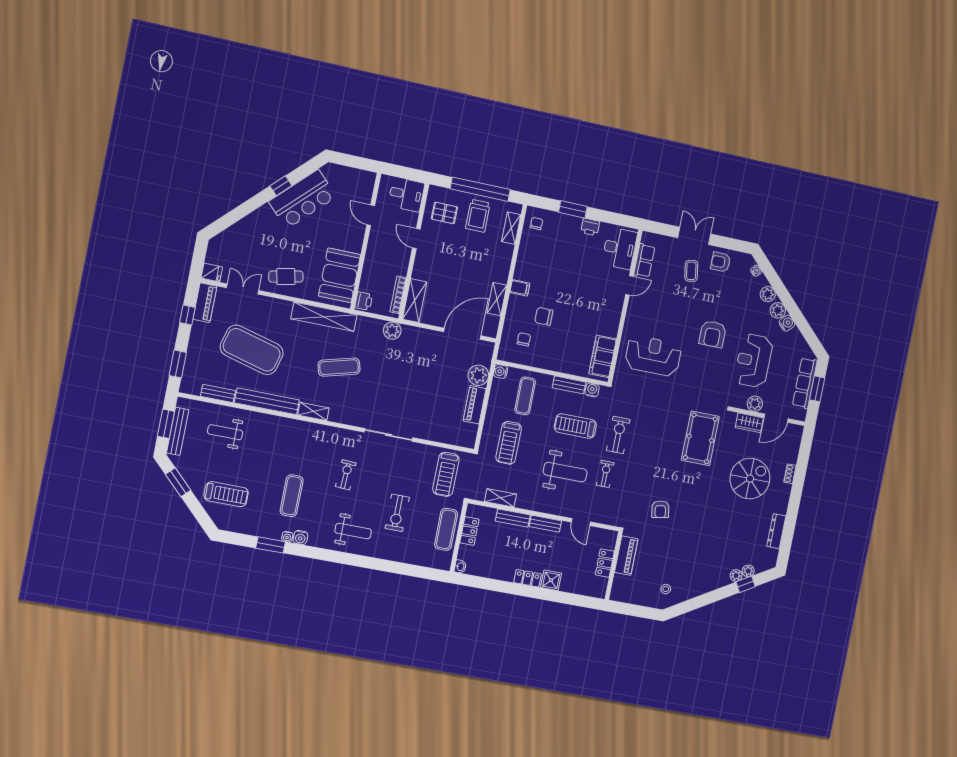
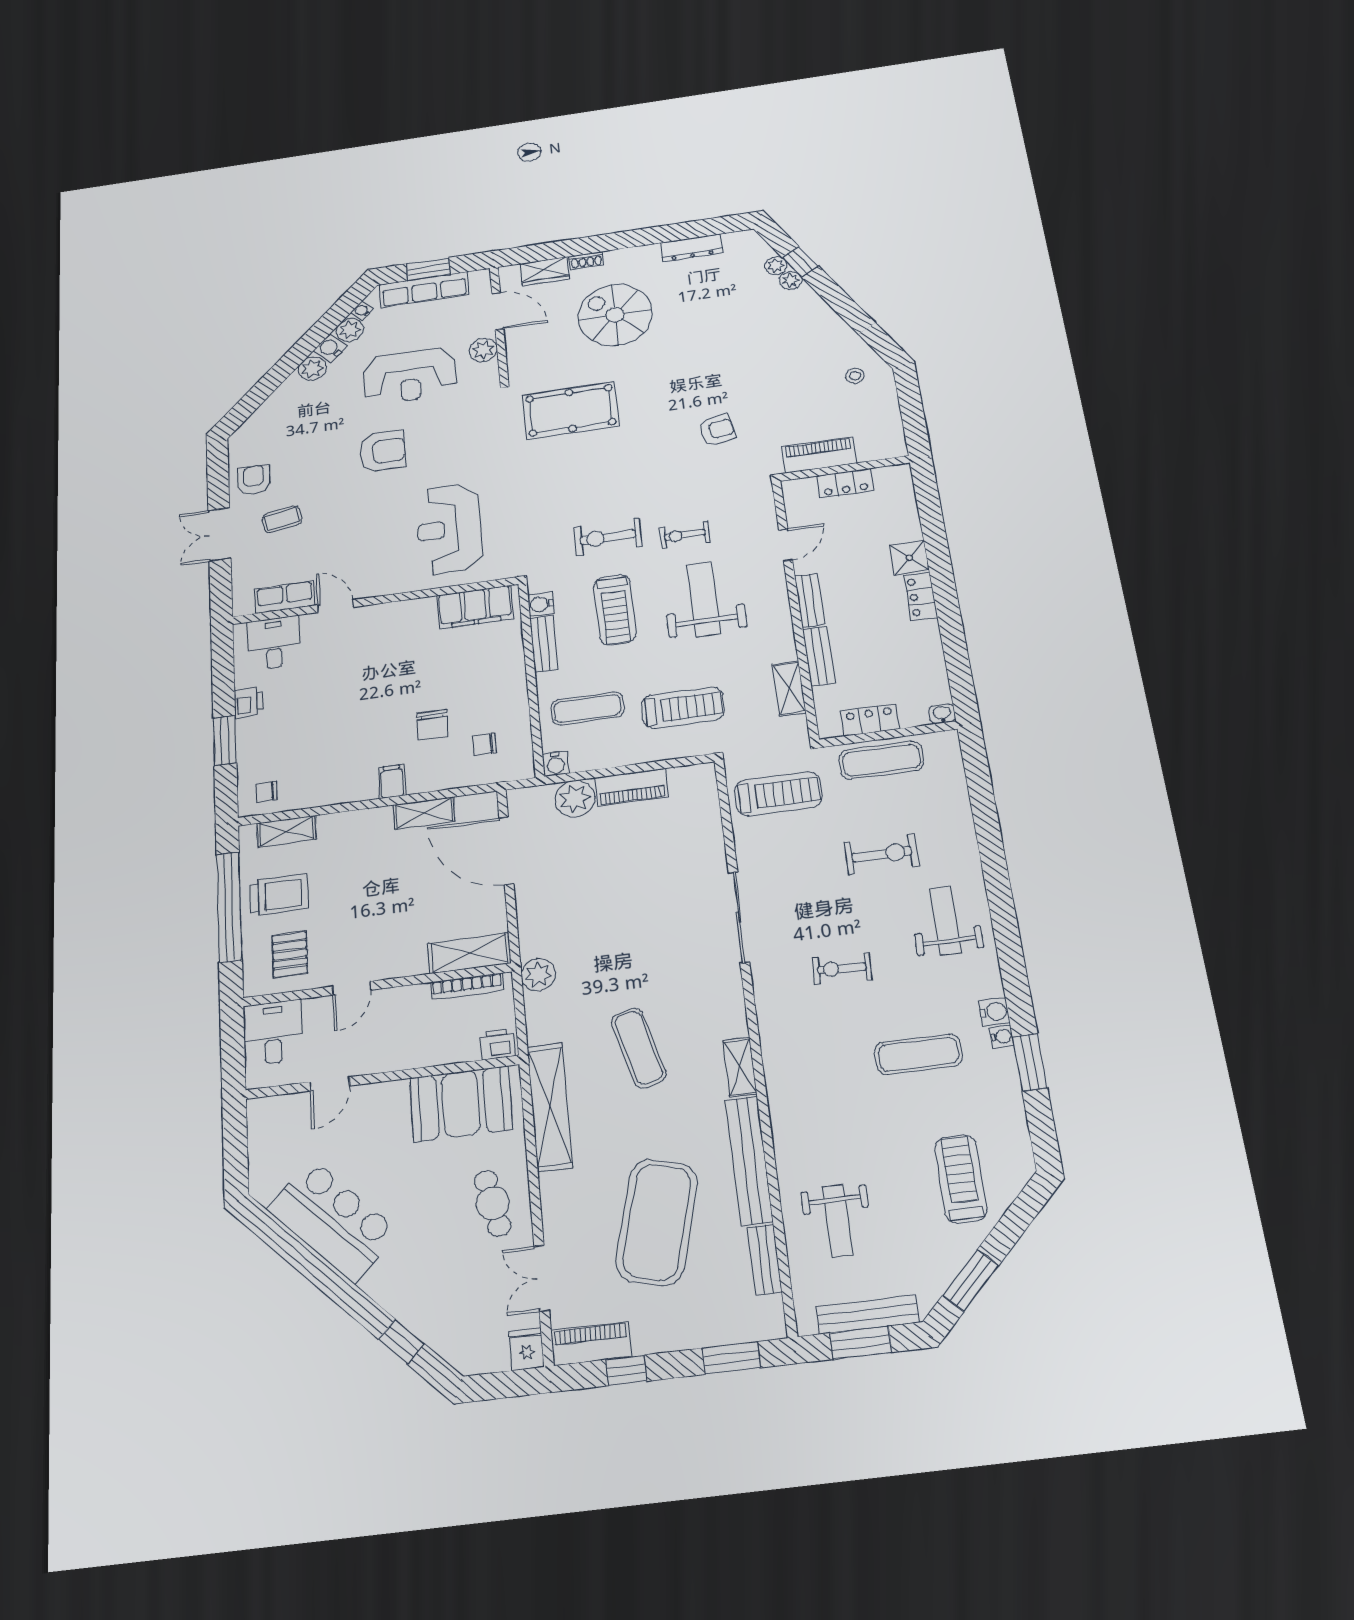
window: (281, 186) -> (401, 1341), moved
desk: (620, 248) -> (274, 643), width x0.73
armchair: (721, 262) -> (254, 480), turned 180
water cooler: (756, 271) -> (362, 311), moved
plant: (768, 294) -> (350, 330), moved
wardrobe: (749, 423) -> (544, 271), moved, turned 90

